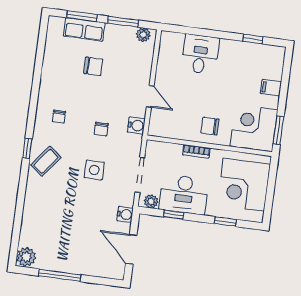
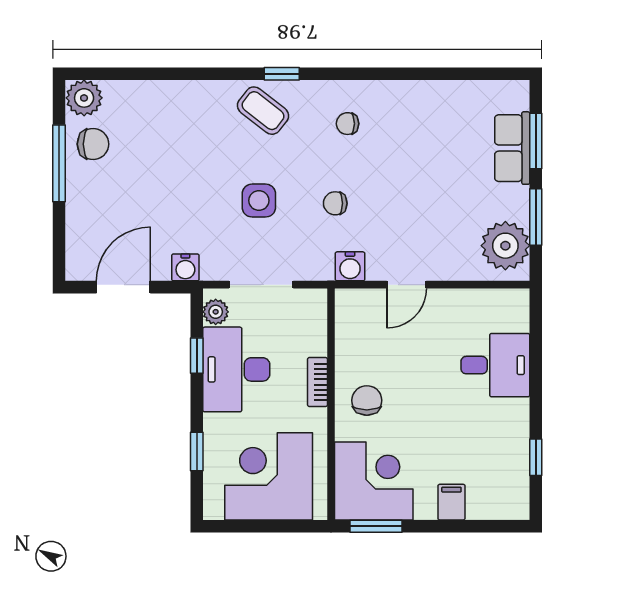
plant: (143, 35) -> (505, 246), width x1.87, depth x1.87
chair: (93, 66) -> (93, 144), moved, turned -90

